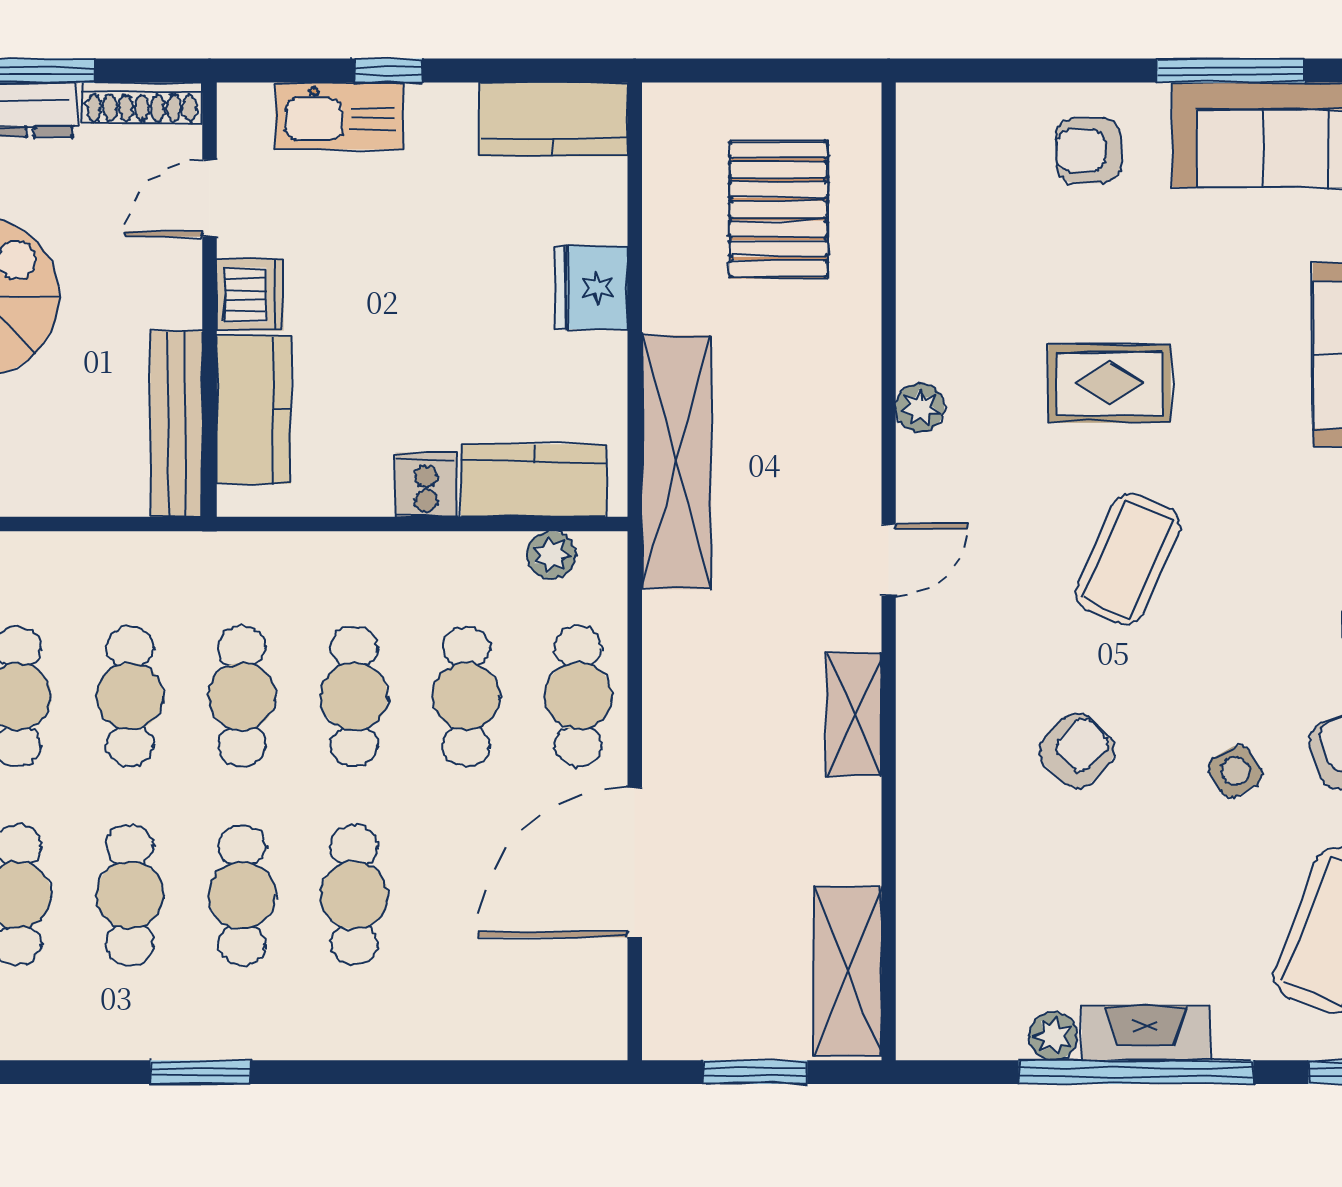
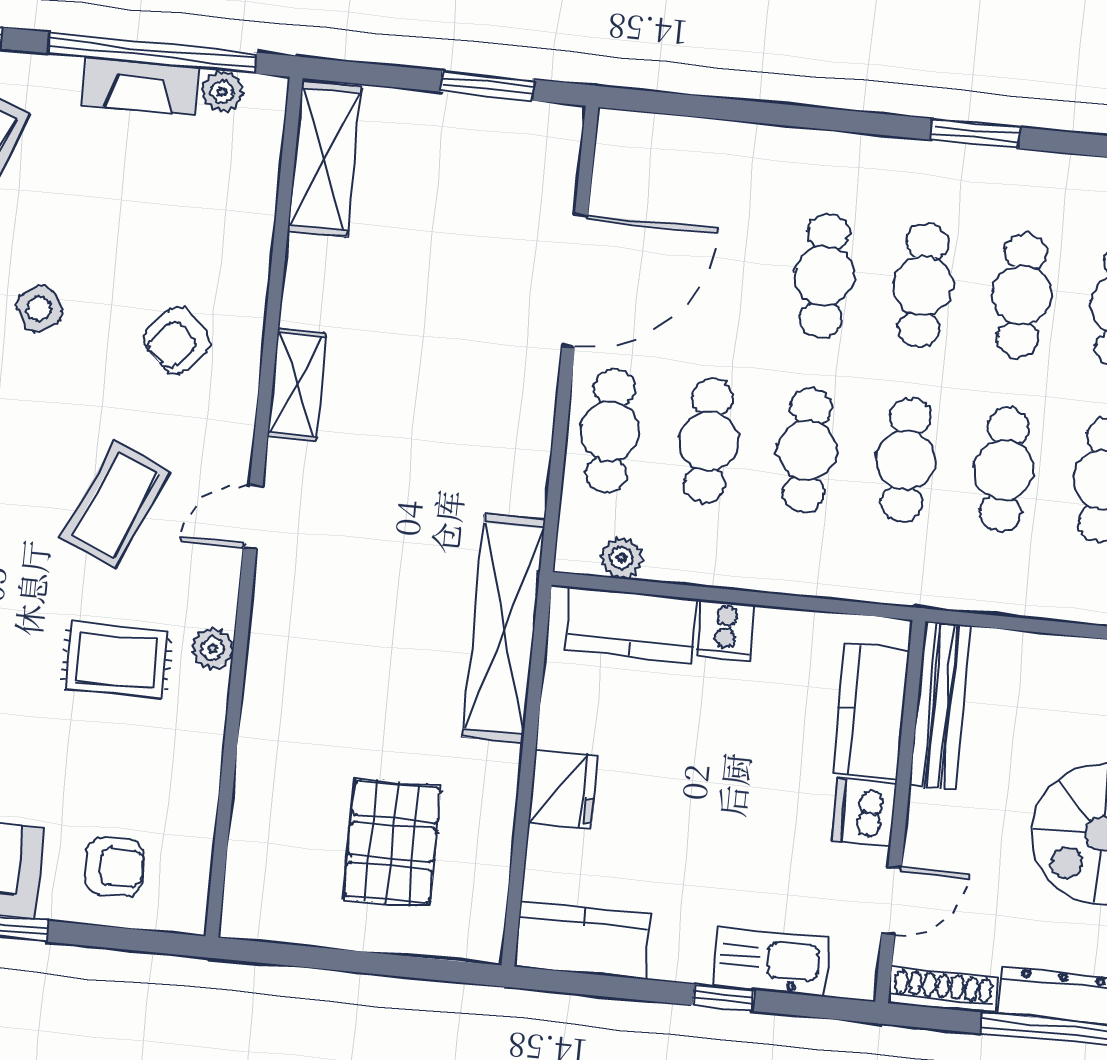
plant: (920, 408) -> (212, 648), moved
door: (889, 560) -> (253, 517), moved
wall: (889, 571) -> (254, 507), moved
shelving: (854, 714) -> (297, 385), moved
shelving: (848, 971) -> (325, 159), moved

